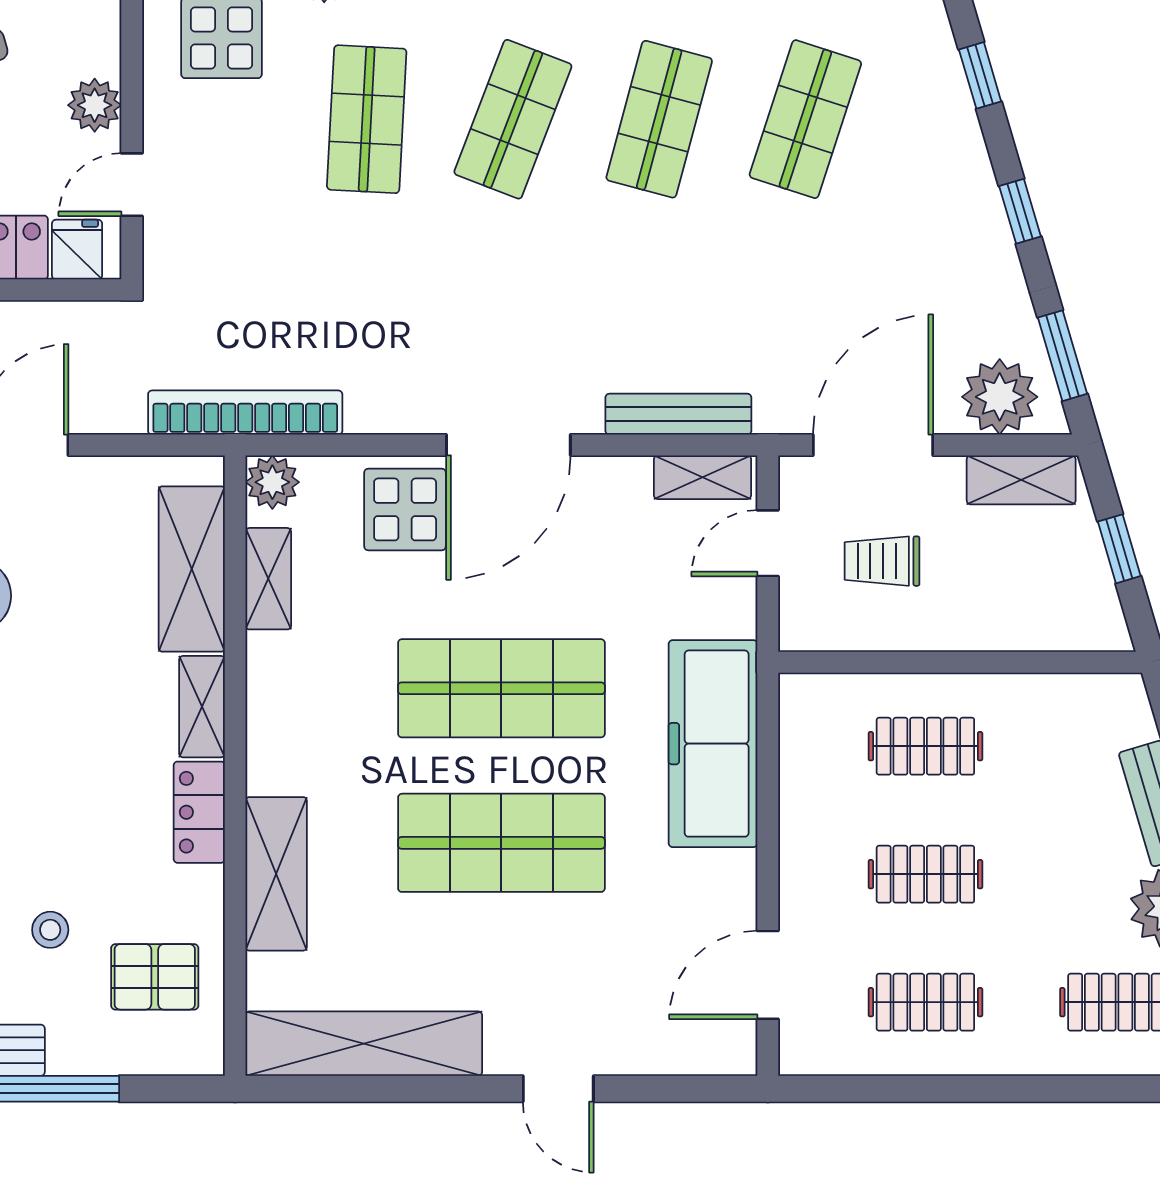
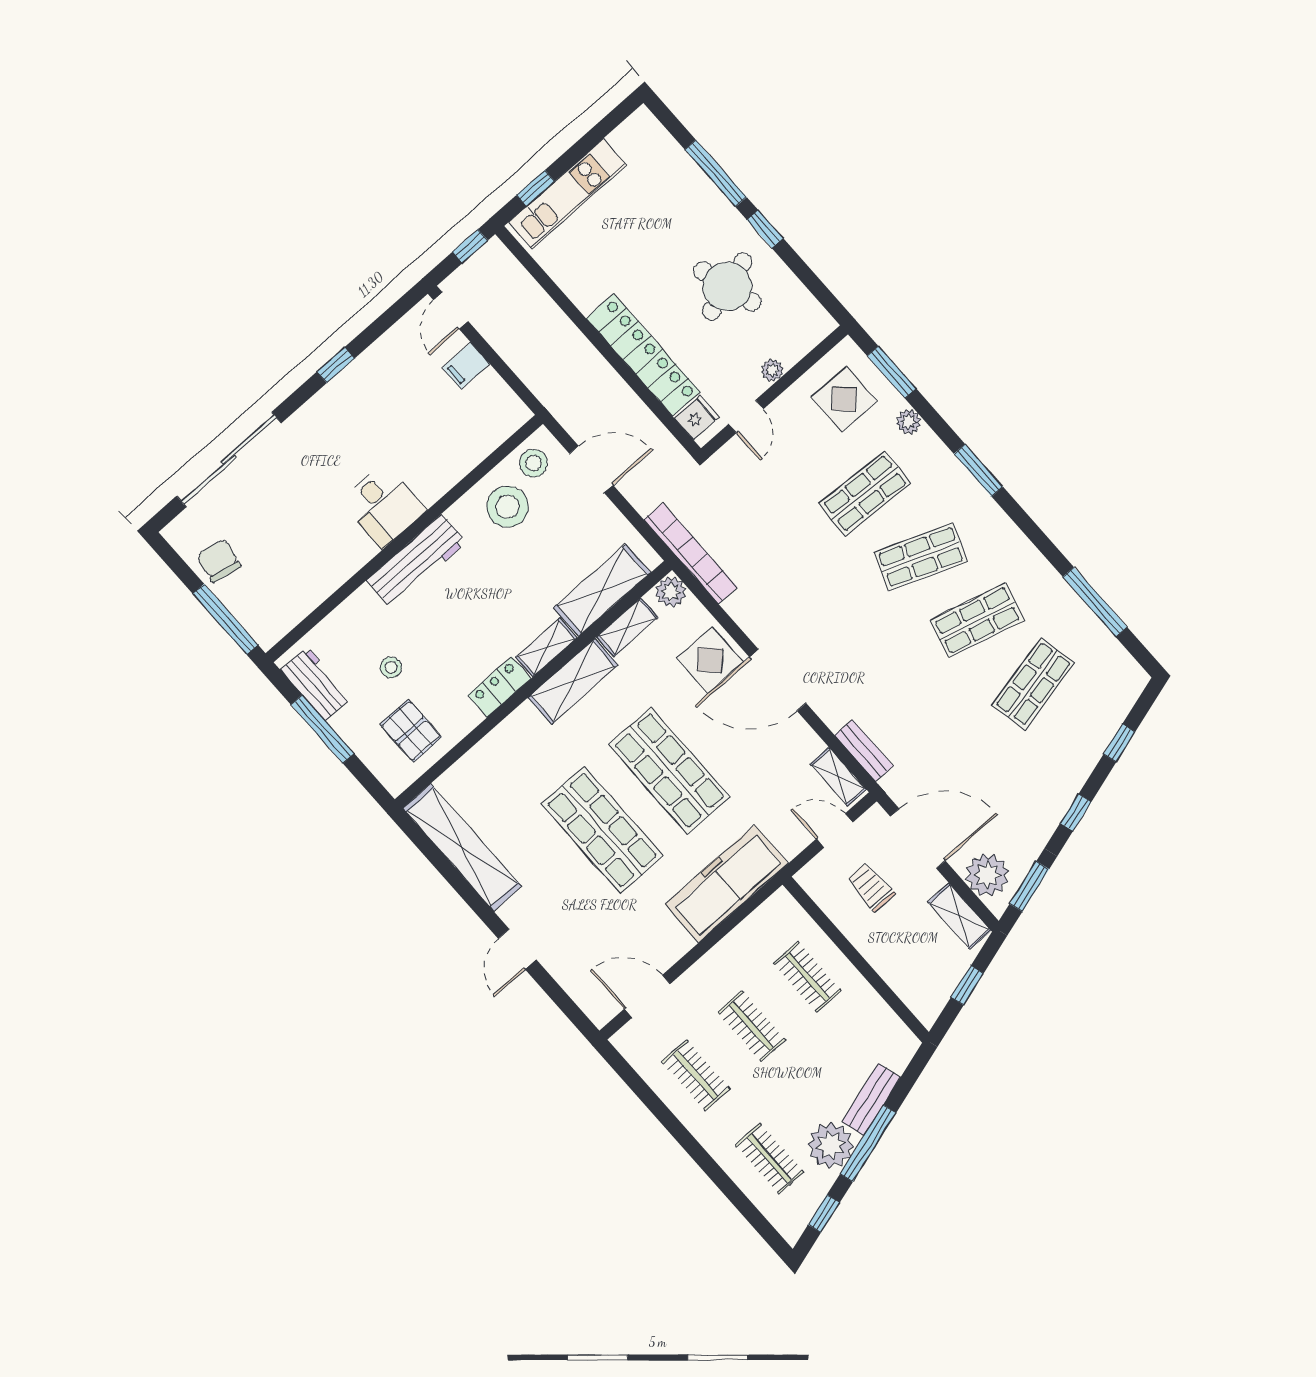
plant: (95, 105) -> (772, 370), width x0.73, depth x0.73
shop shelf: (805, 119) -> (1033, 684), turned -30
door: (132, 185) -> (746, 416), swing flipped
bench: (678, 414) -> (864, 751), width x0.73
shelving: (276, 874) -> (573, 681), moved

